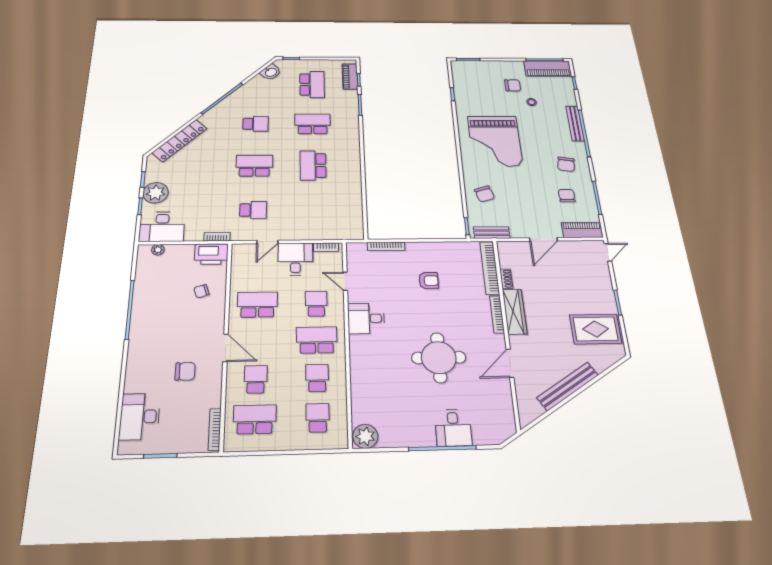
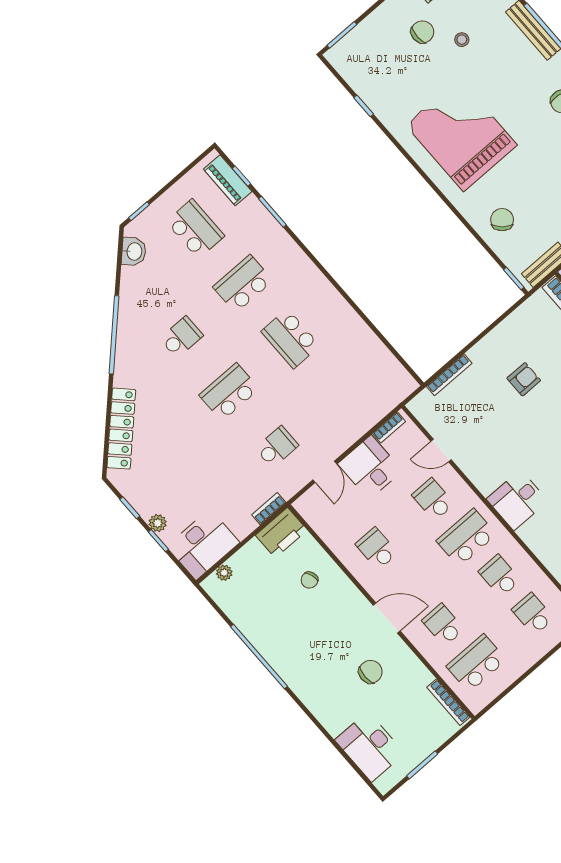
grand piano: (495, 141) -> (461, 135), turned 180
plant: (156, 193) -> (158, 523), width x0.53, depth x0.53
chair: (485, 194) -> (502, 220), turned -121
school desk: (257, 305) -> (377, 548), width x0.54
desk: (366, 318) -> (517, 500), moved

